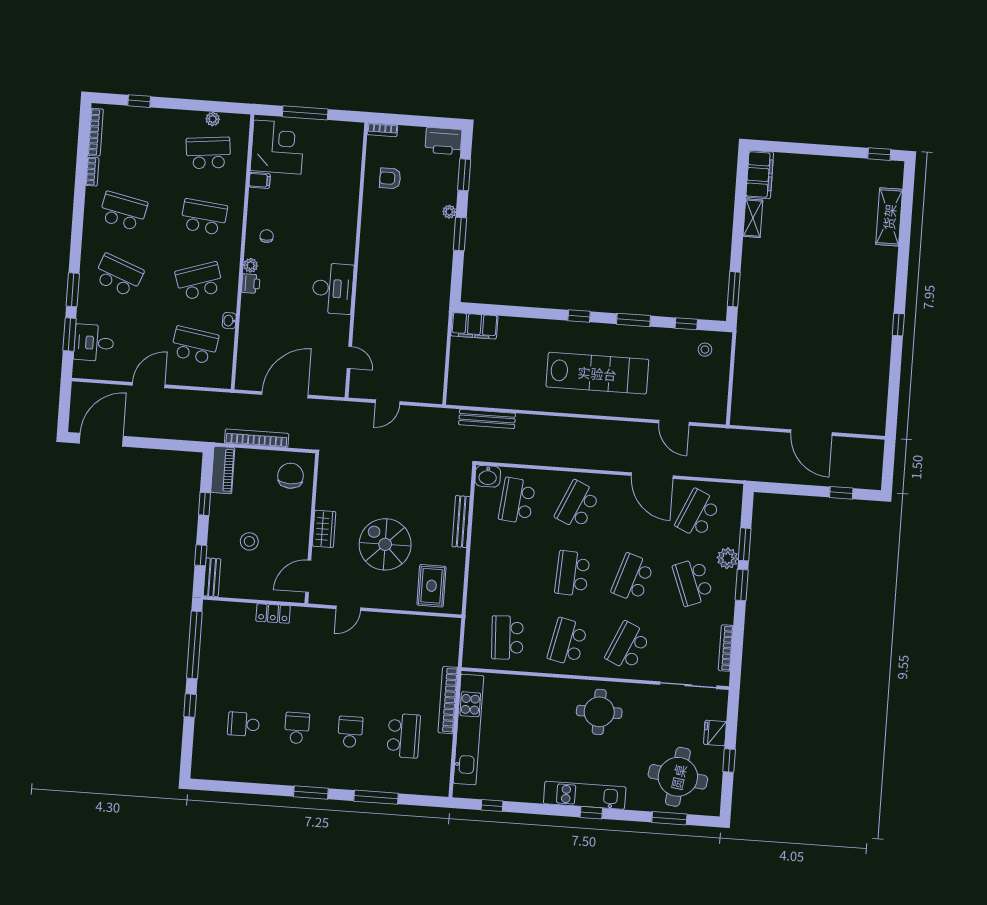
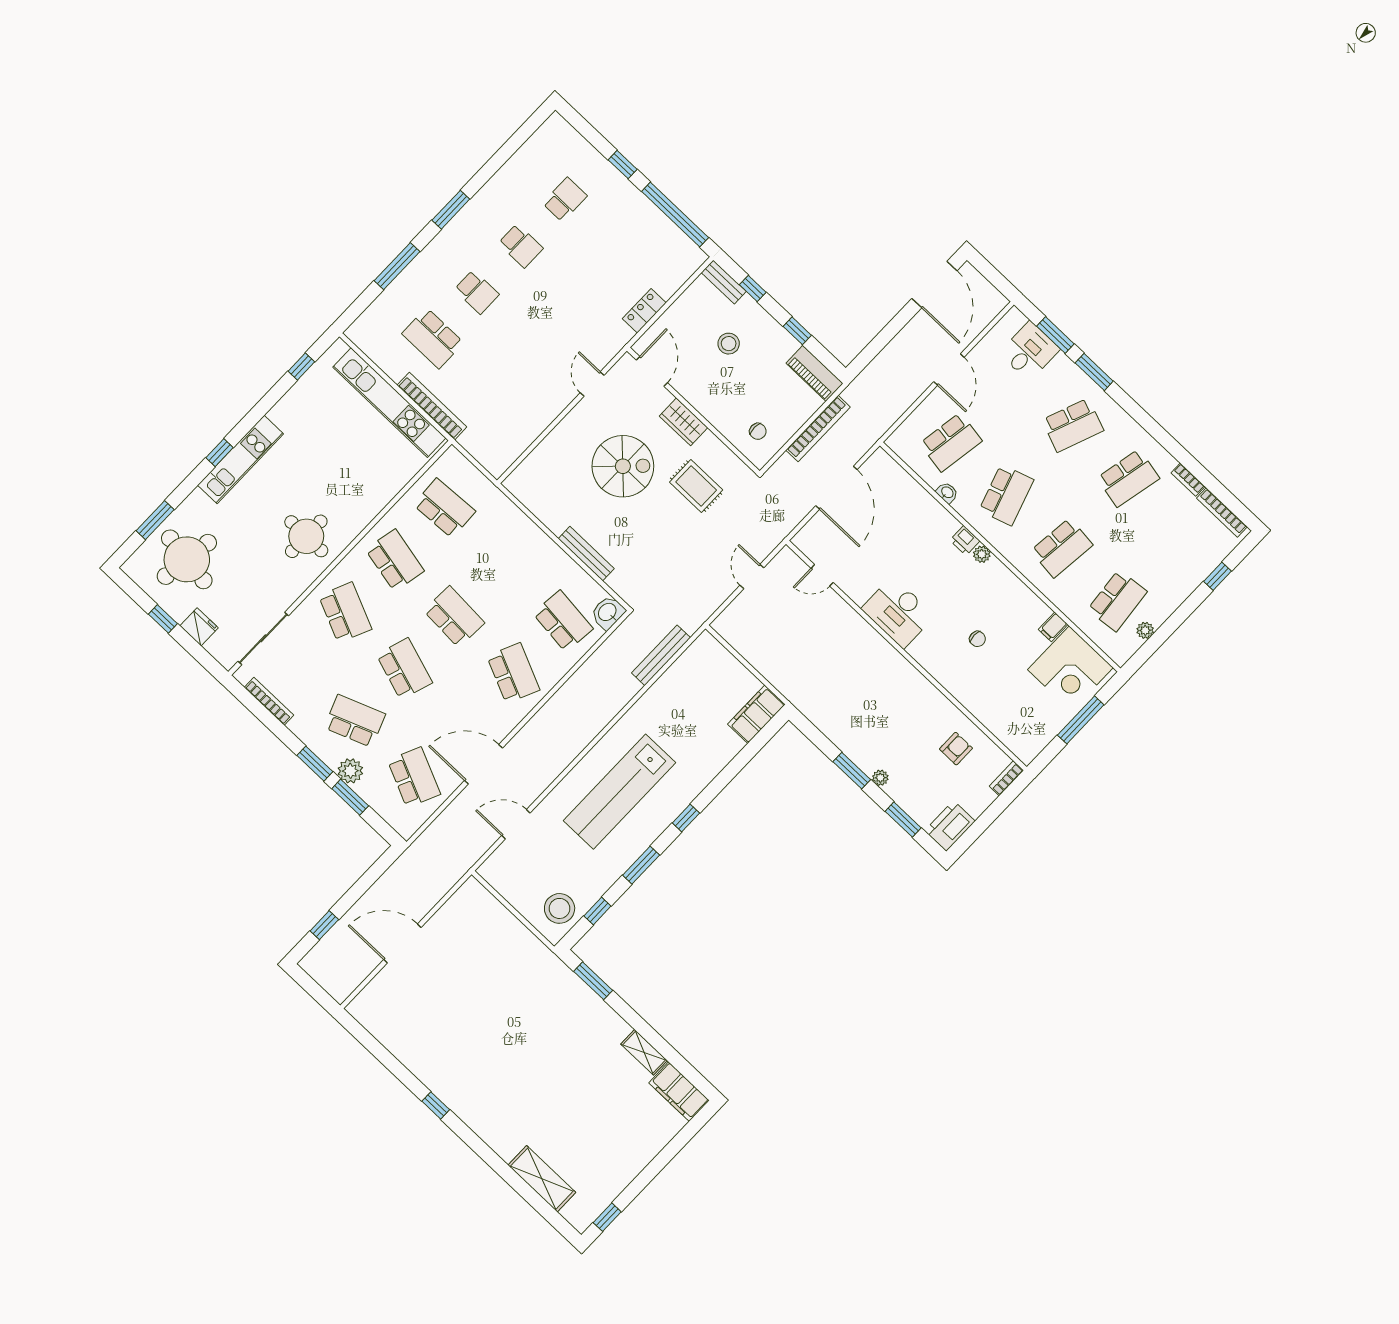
chair: (267, 236) -> (977, 639), moved
stool: (705, 350) -> (560, 908), width x1.89, depth x1.89
chair: (290, 476) -> (758, 431), width x0.54, depth x0.54
rug: (431, 586) -> (696, 486), moved

